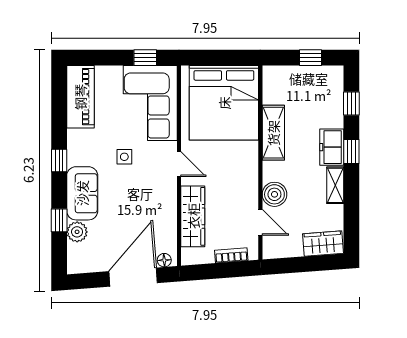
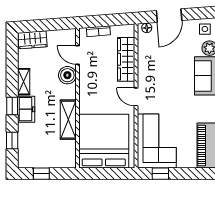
side table: (124, 157) -> (205, 29), moved
door: (133, 277) -> (169, 16), width x0.73

